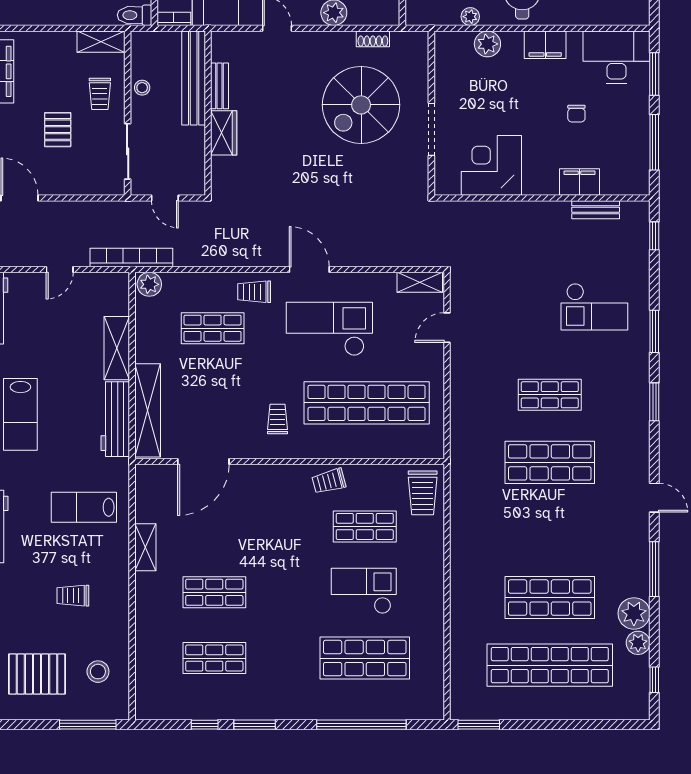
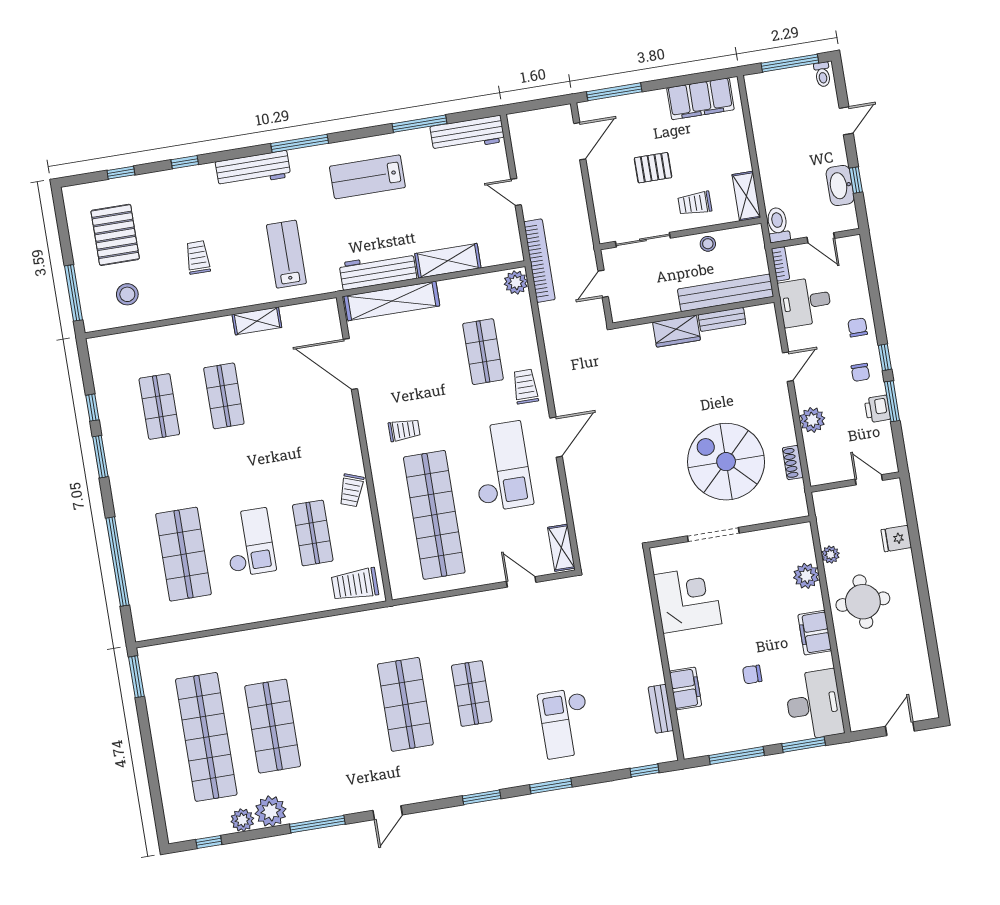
trolley: (329, 481) -> (351, 490), turned -145

